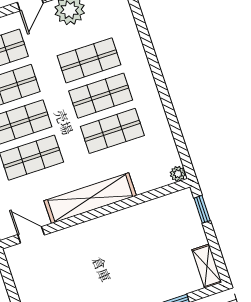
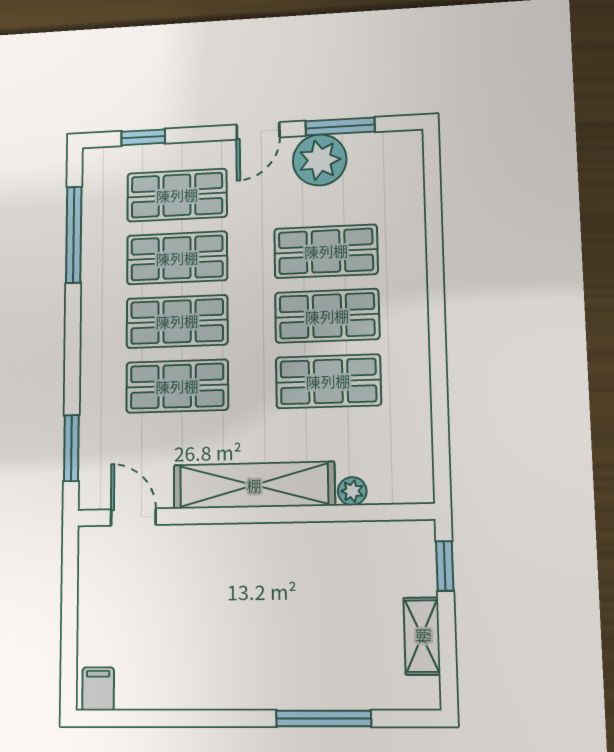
plant: (178, 174) -> (352, 491), moved
shelving: (207, 266) -> (422, 636), moved

